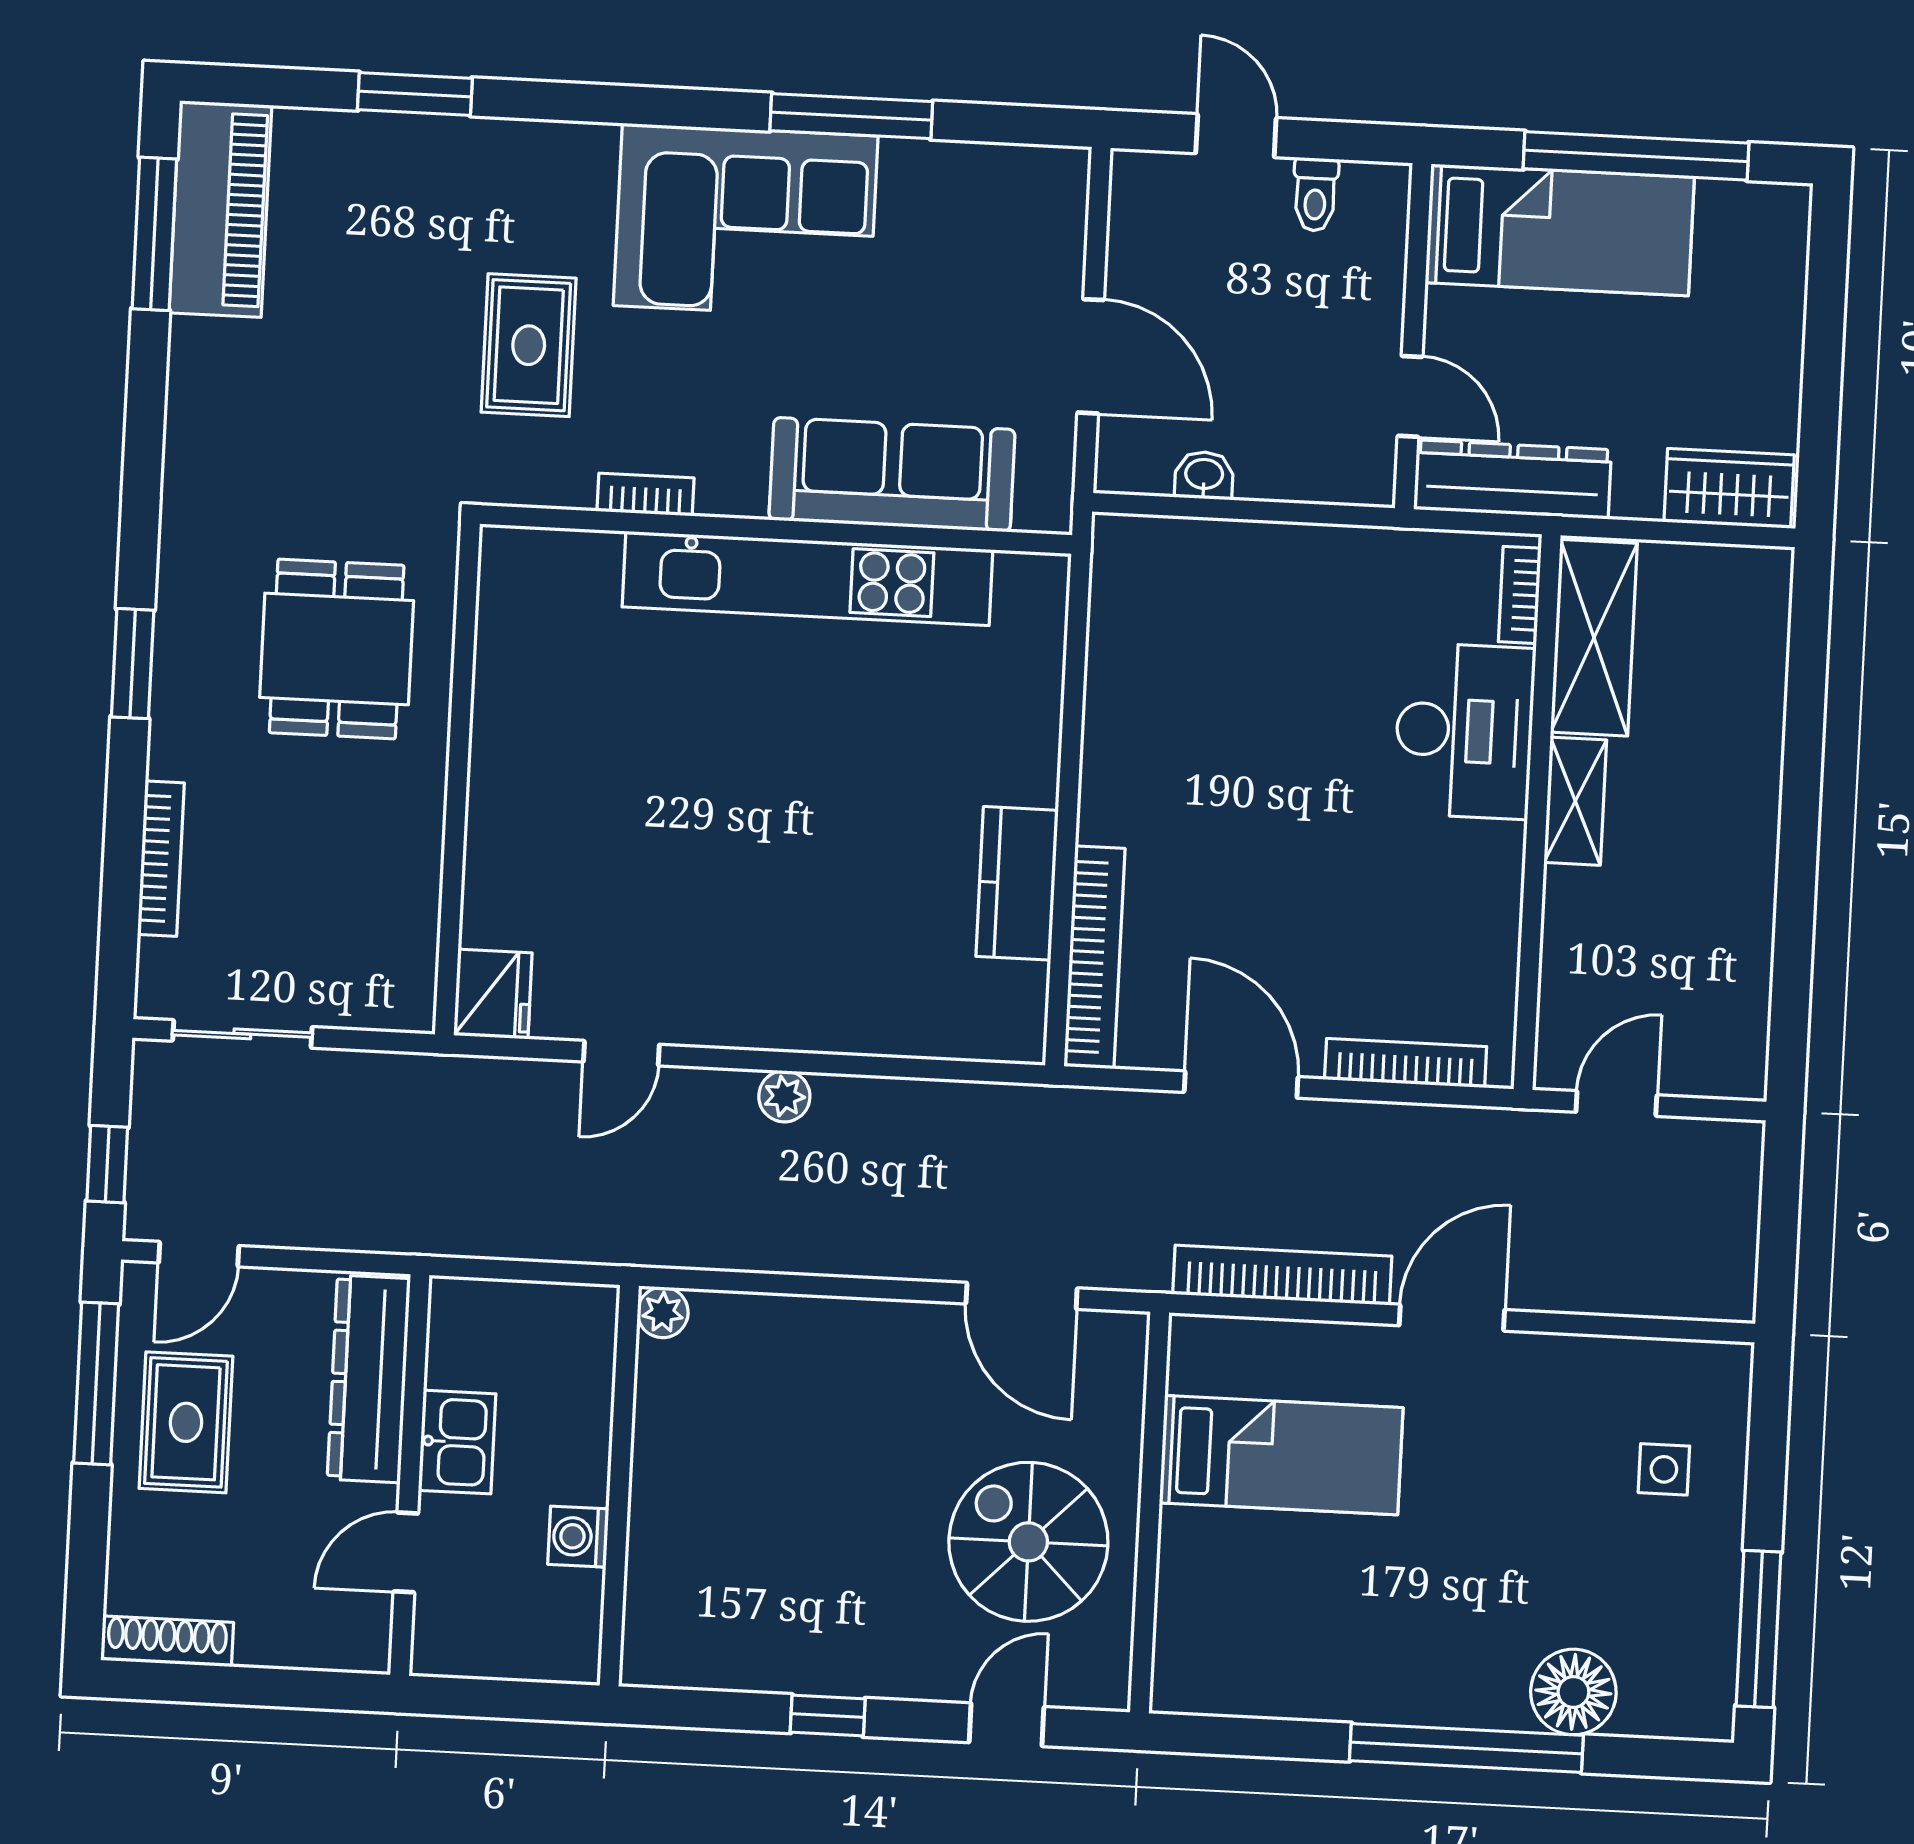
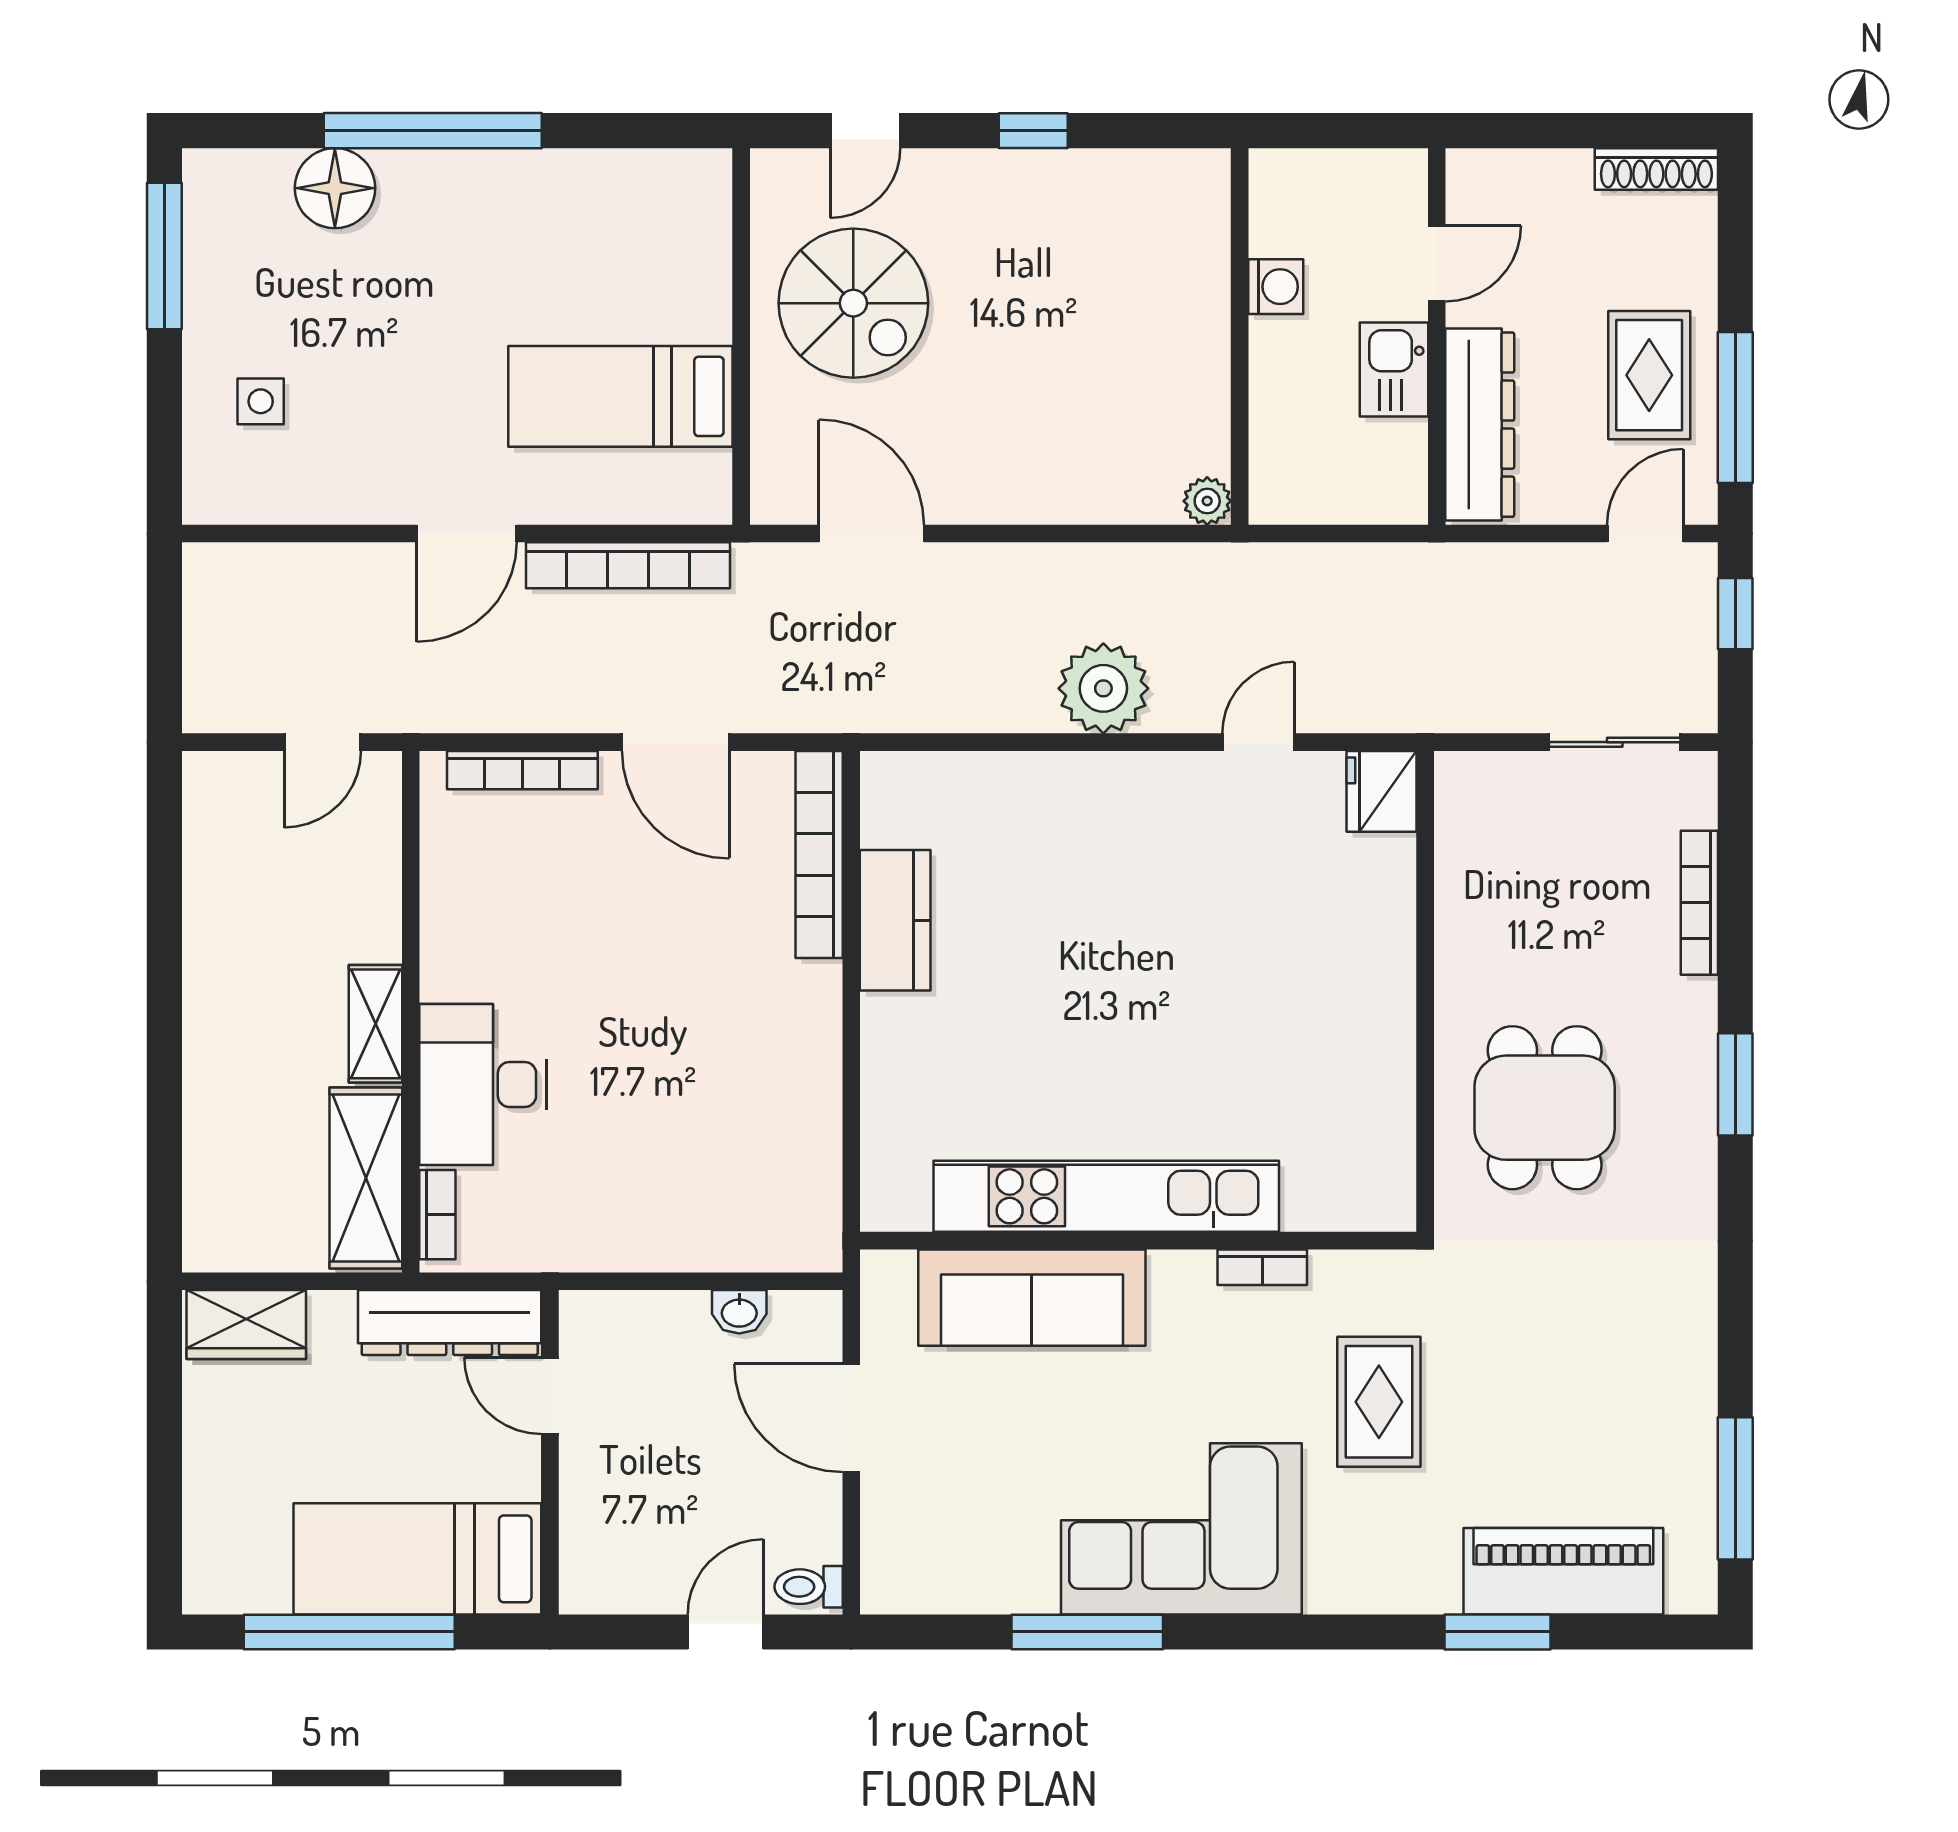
door: (1236, 136) -> (725, 1632), swing flipped
toilet: (1315, 194) -> (809, 1587), moved, turned -90
piano: (220, 209) -> (1563, 1571), moved, turned 90
plant: (784, 1096) -> (1103, 688), width x1.87, depth x1.87

